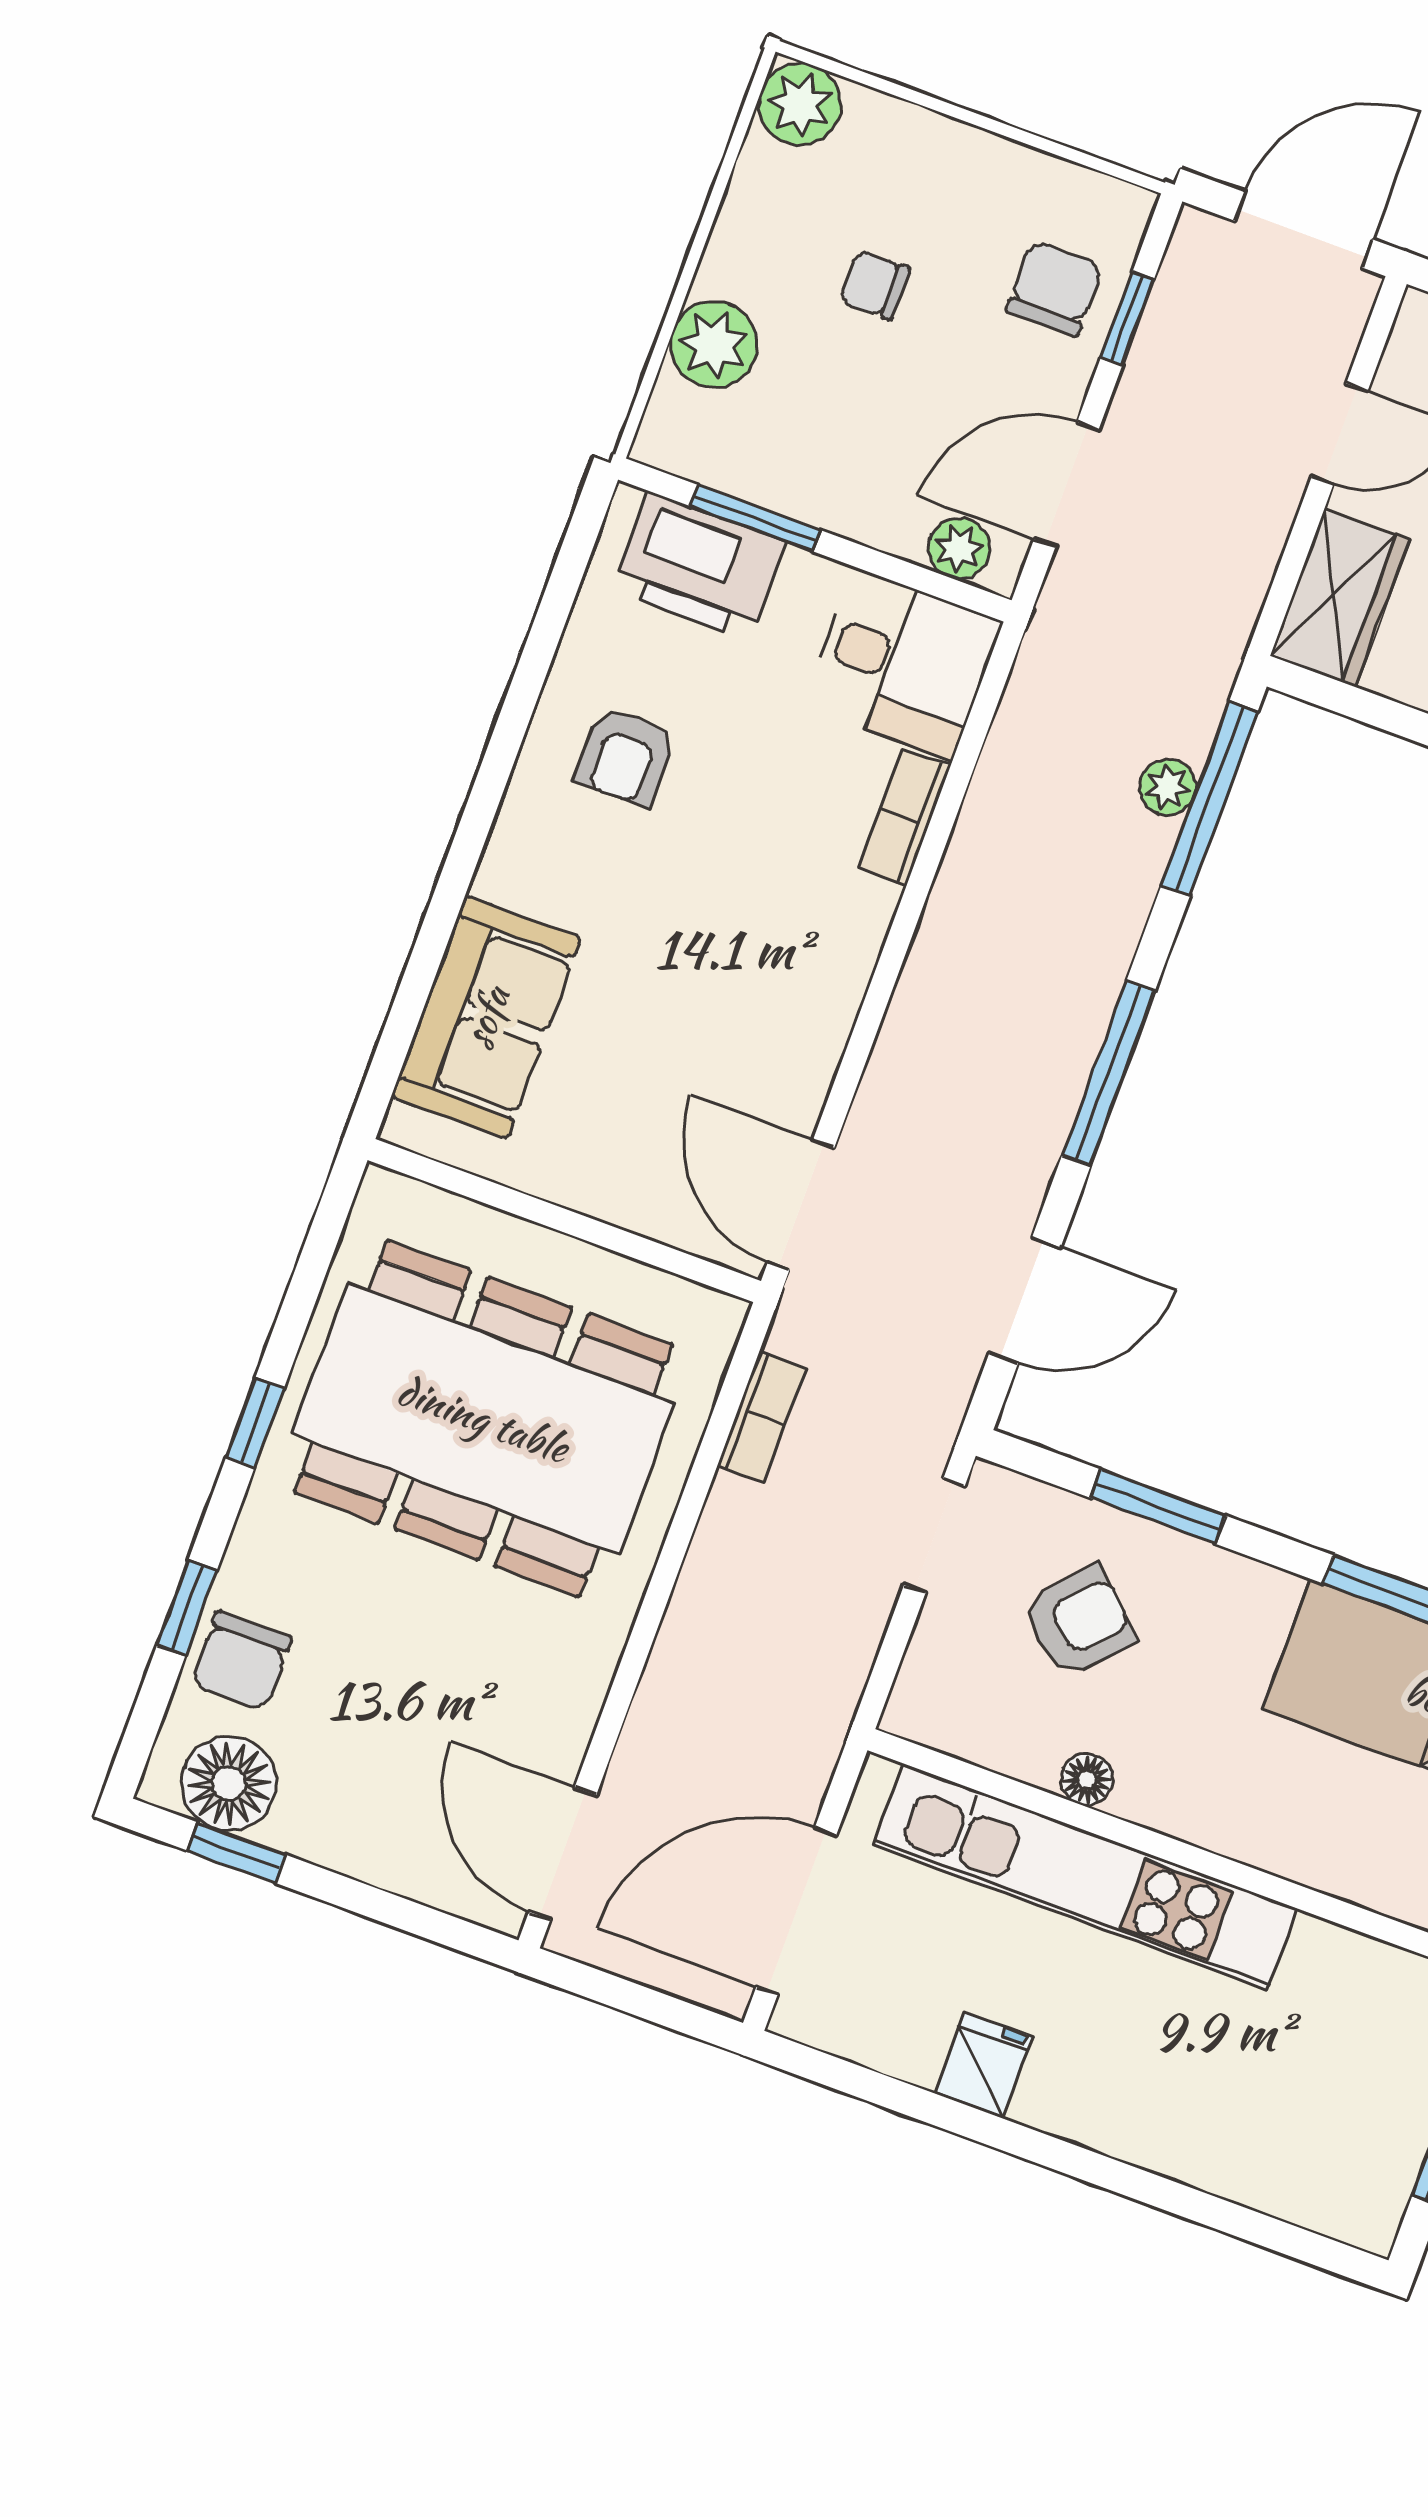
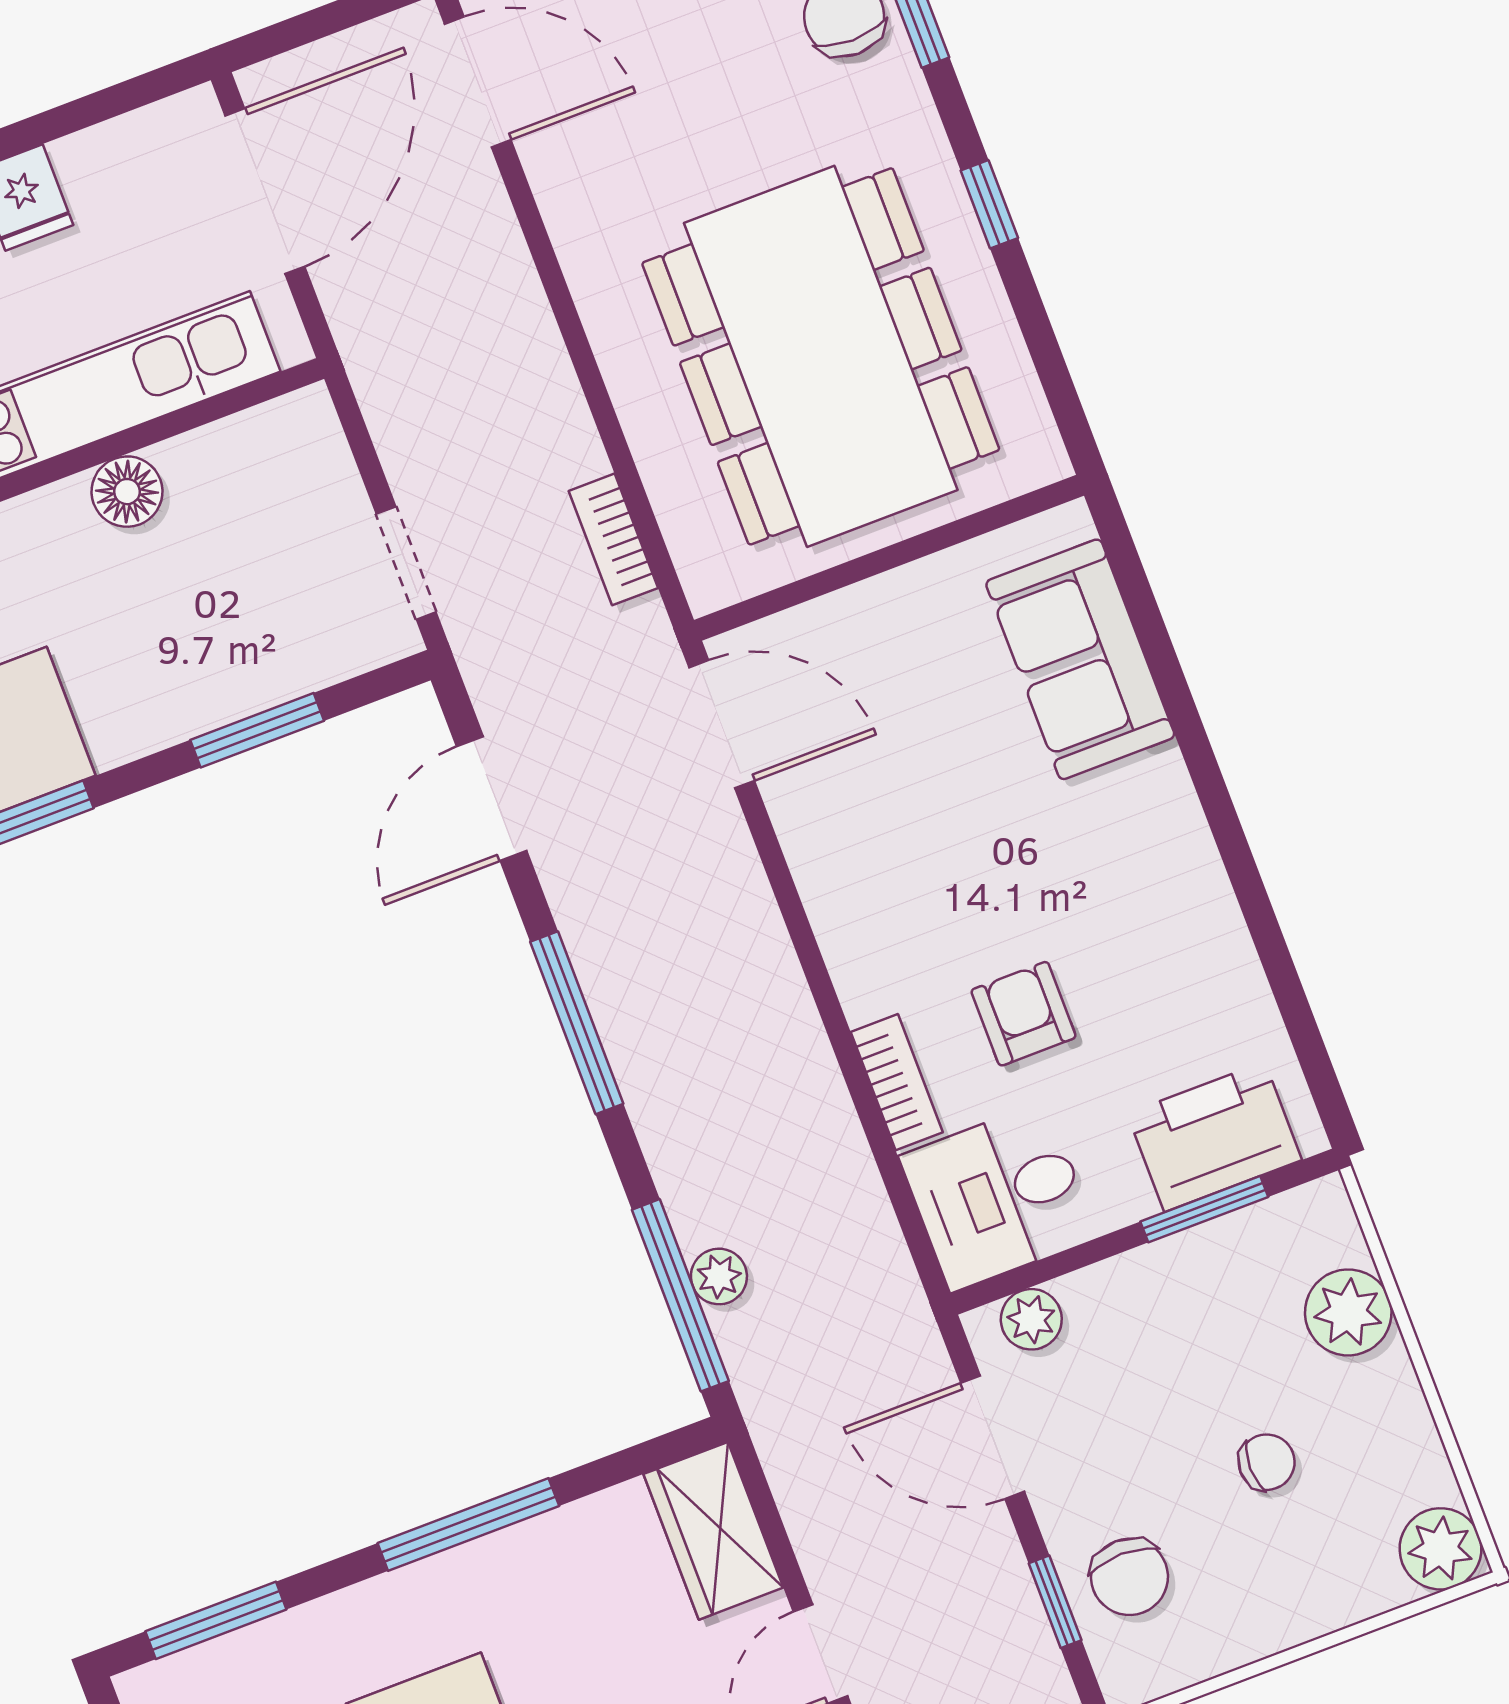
door: (1066, 484) -> (993, 1437), swing flipped
armchair: (625, 756) -> (1024, 1014), moved
dining table: (483, 1419) -> (821, 356), turned 90
armchair: (1079, 1622) -> (241, 593), removed
floor lamp: (1087, 1779) -> (127, 492), width x1.37, depth x1.37

